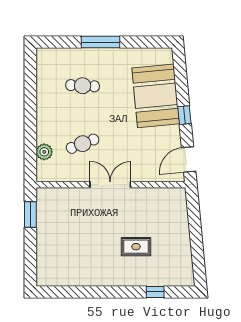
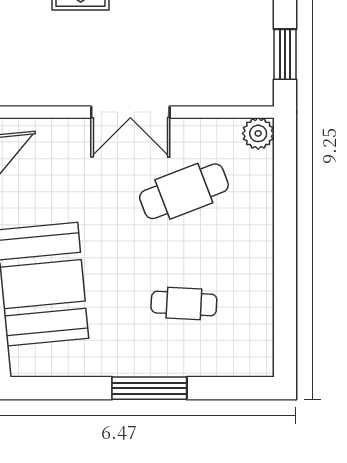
cafe table: (83, 144) -> (184, 191), width x1.37, depth x1.35
plant: (44, 152) -> (258, 133), moved

